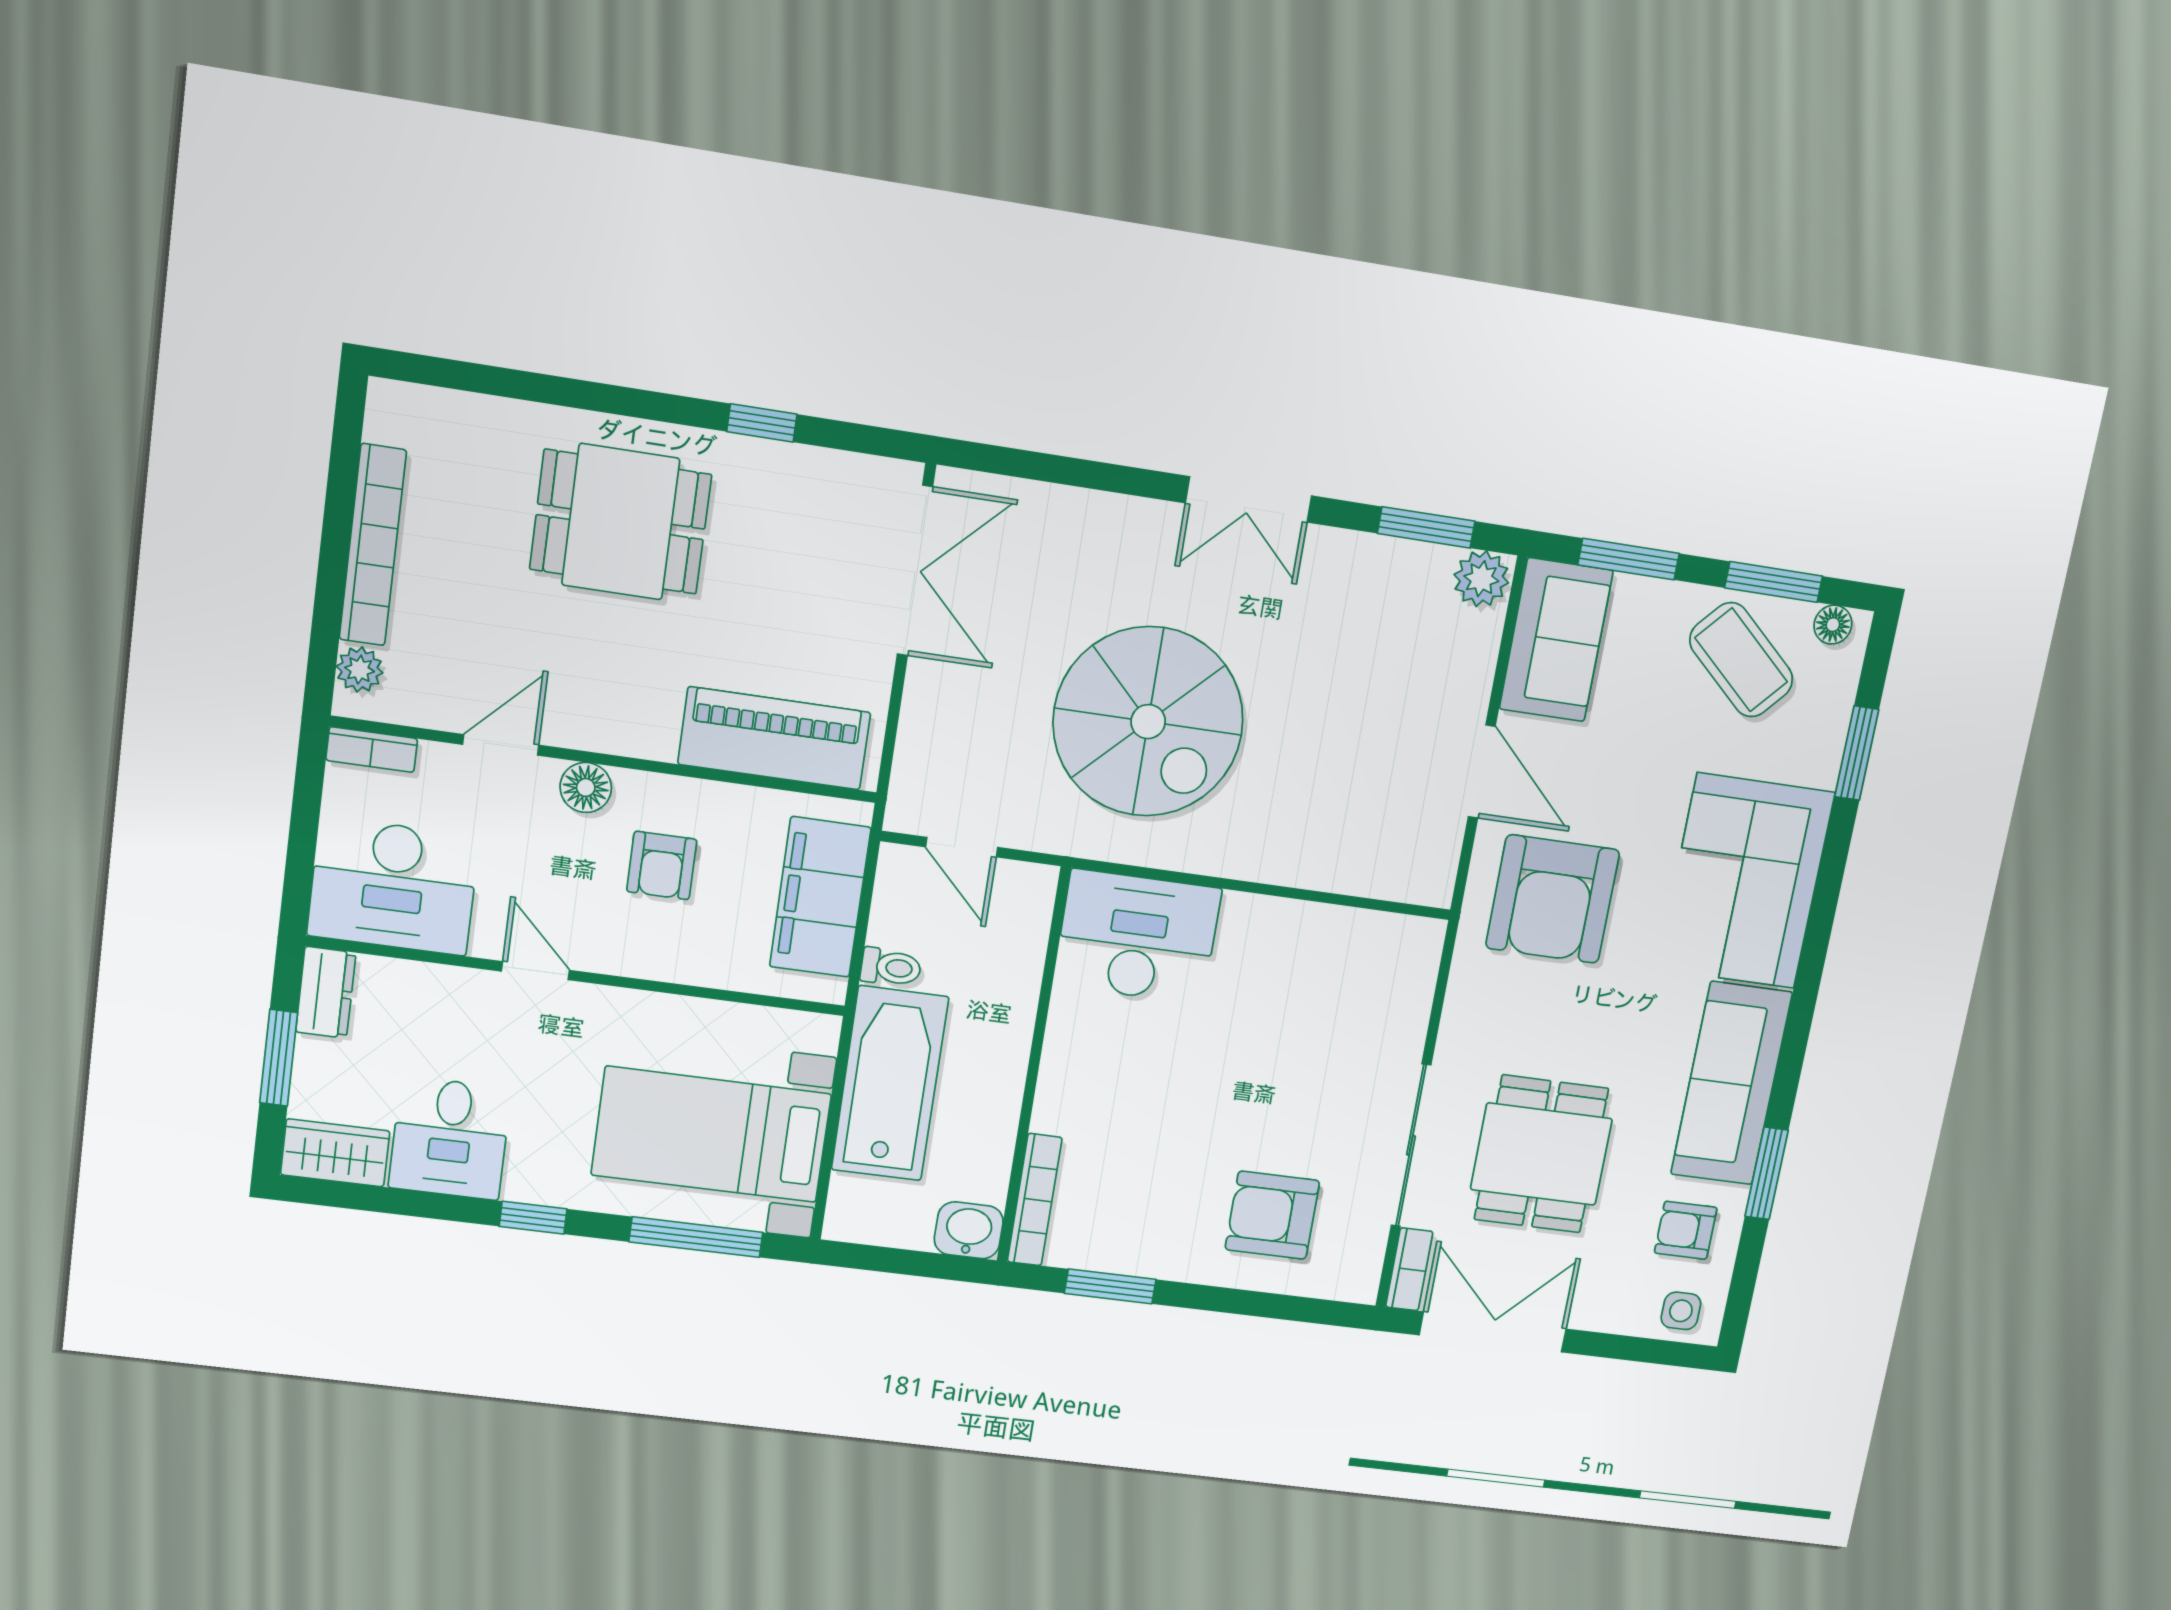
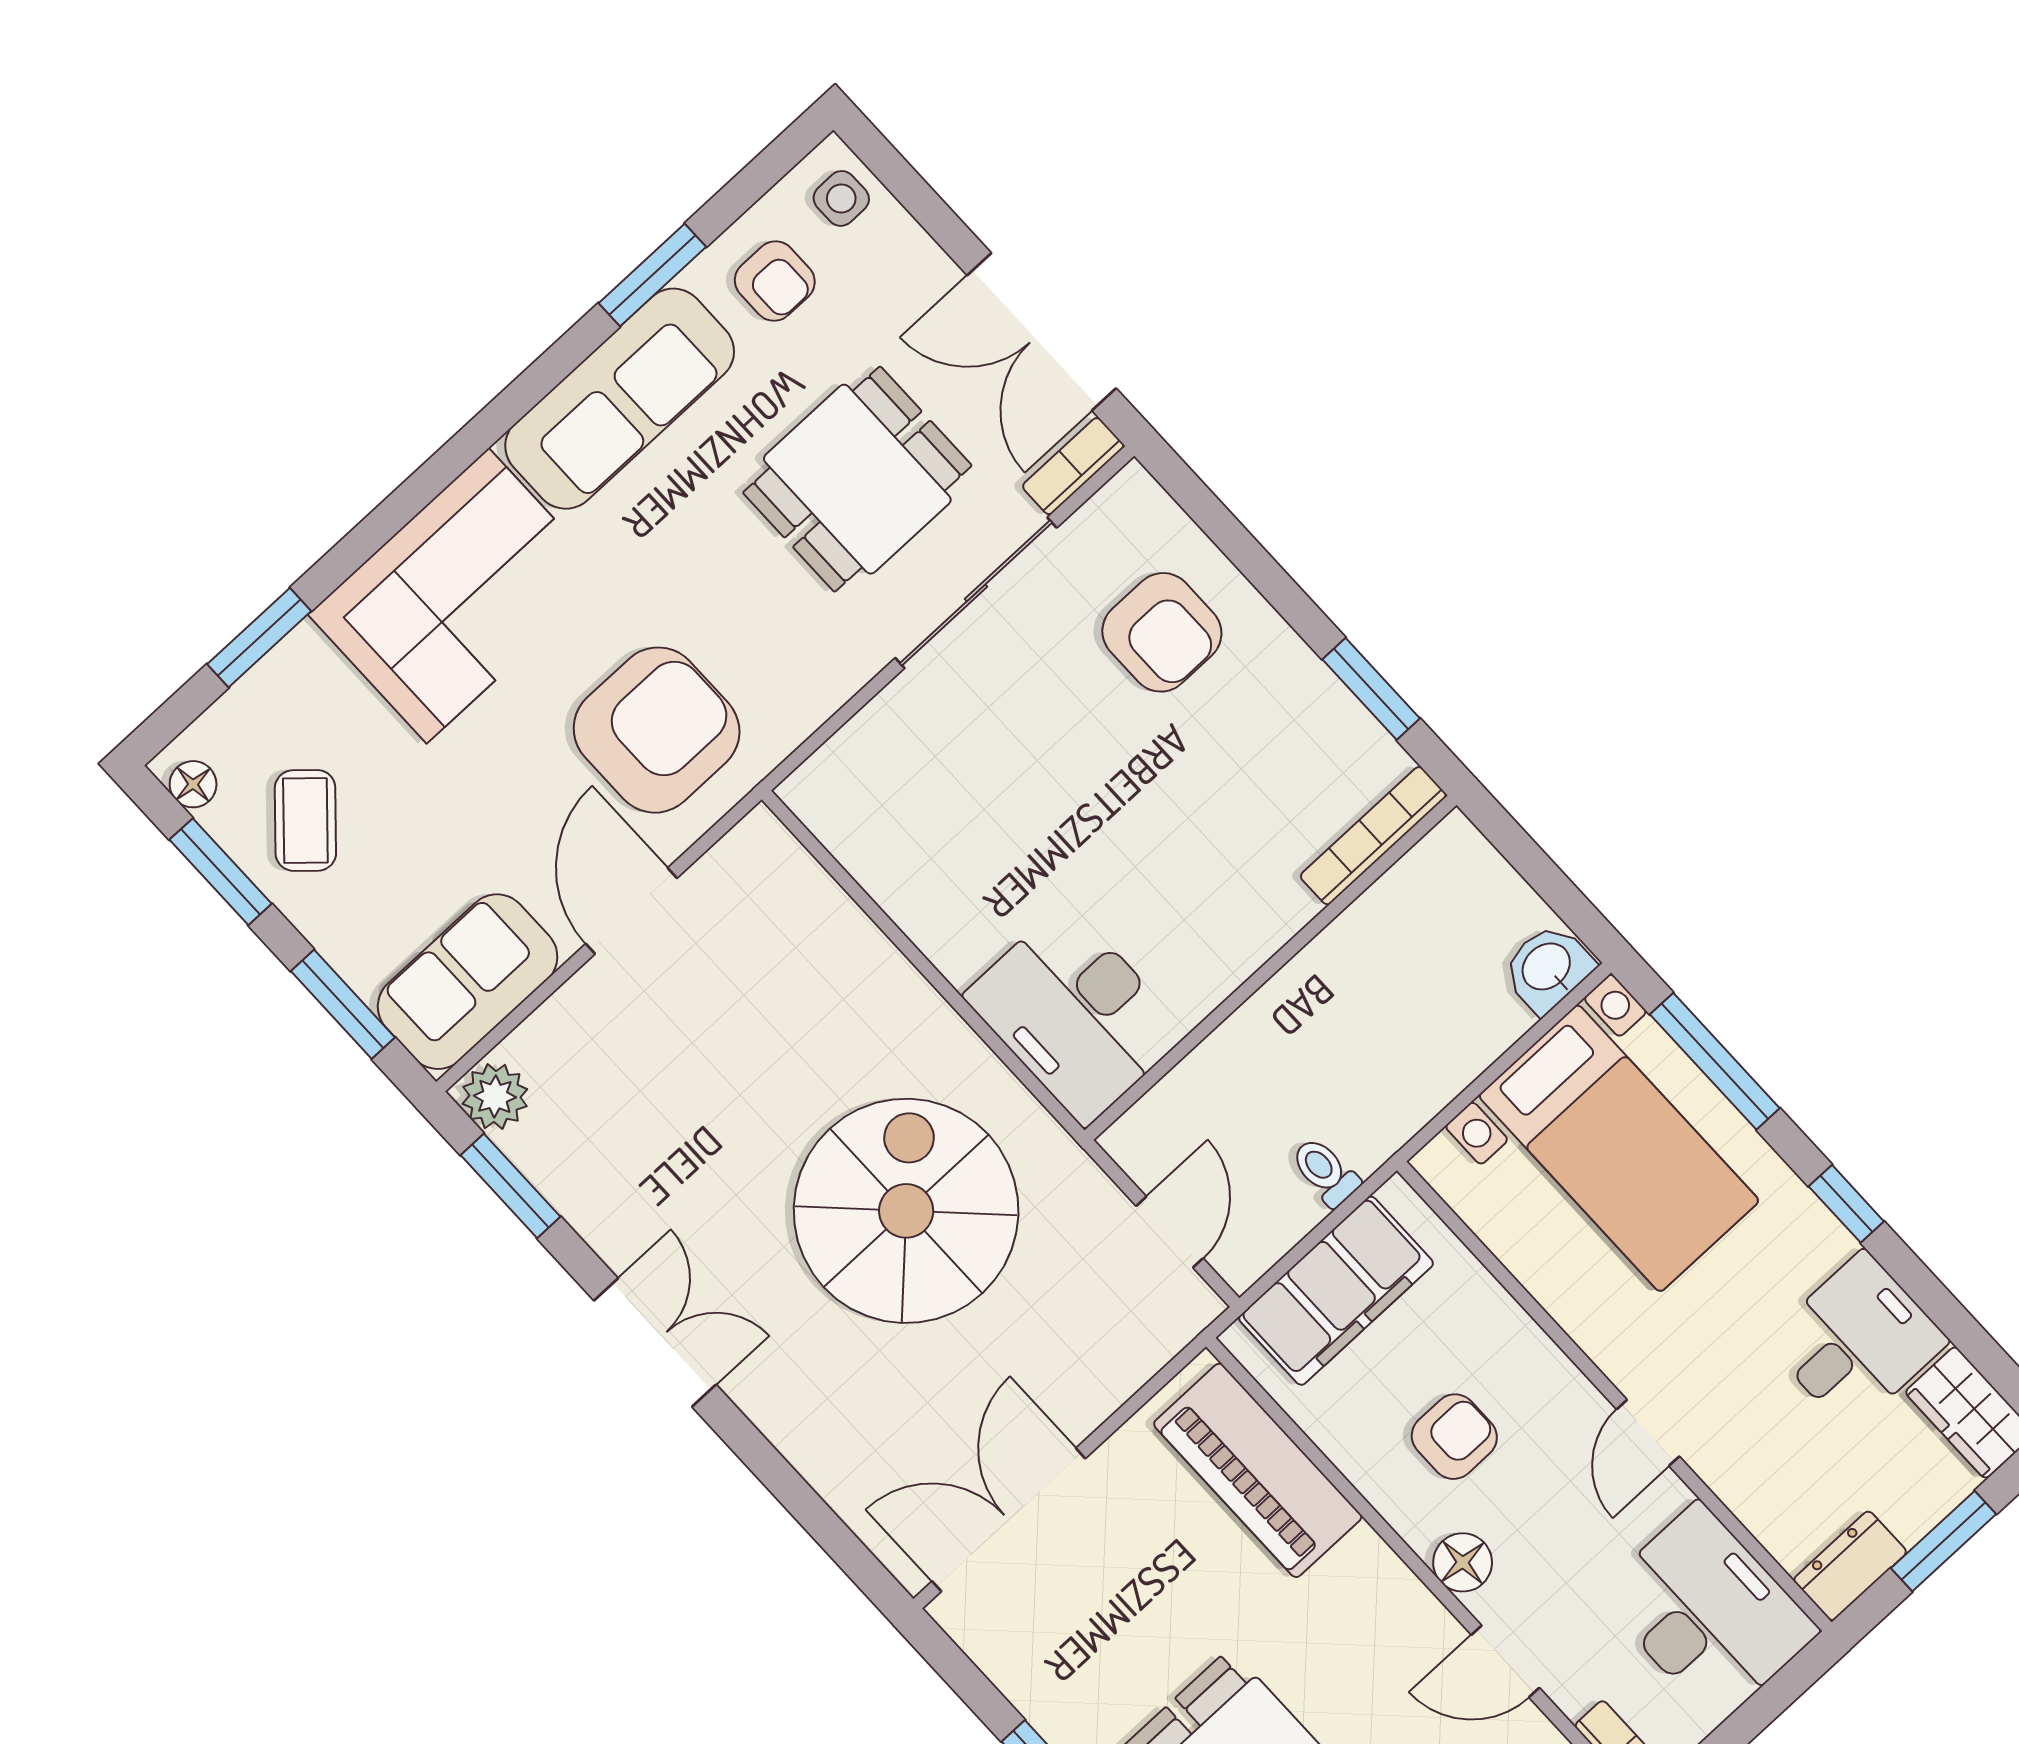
coffee table: (1741, 660) -> (305, 820), width x0.73, depth x0.77
bathtub: (890, 1084) -> (1416, 1061), removed
washbasin: (969, 1230) -> (1548, 968), moved, turned 90

